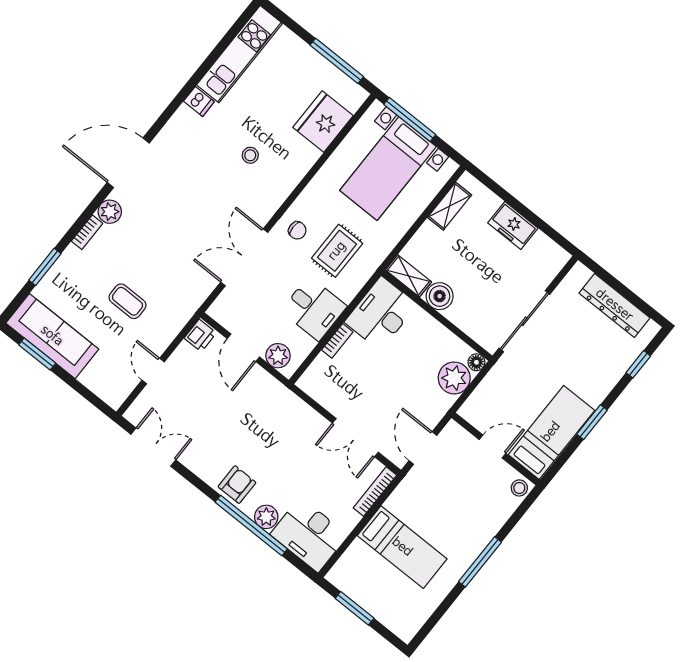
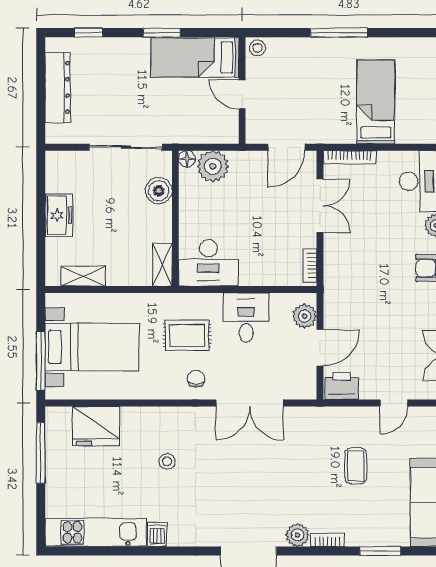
boiler: (440, 296) -> (159, 191), moved
printer: (200, 336) -> (342, 386), width x1.36, depth x1.24
bookcase: (337, 341) -> (310, 265), moved, turned -90

